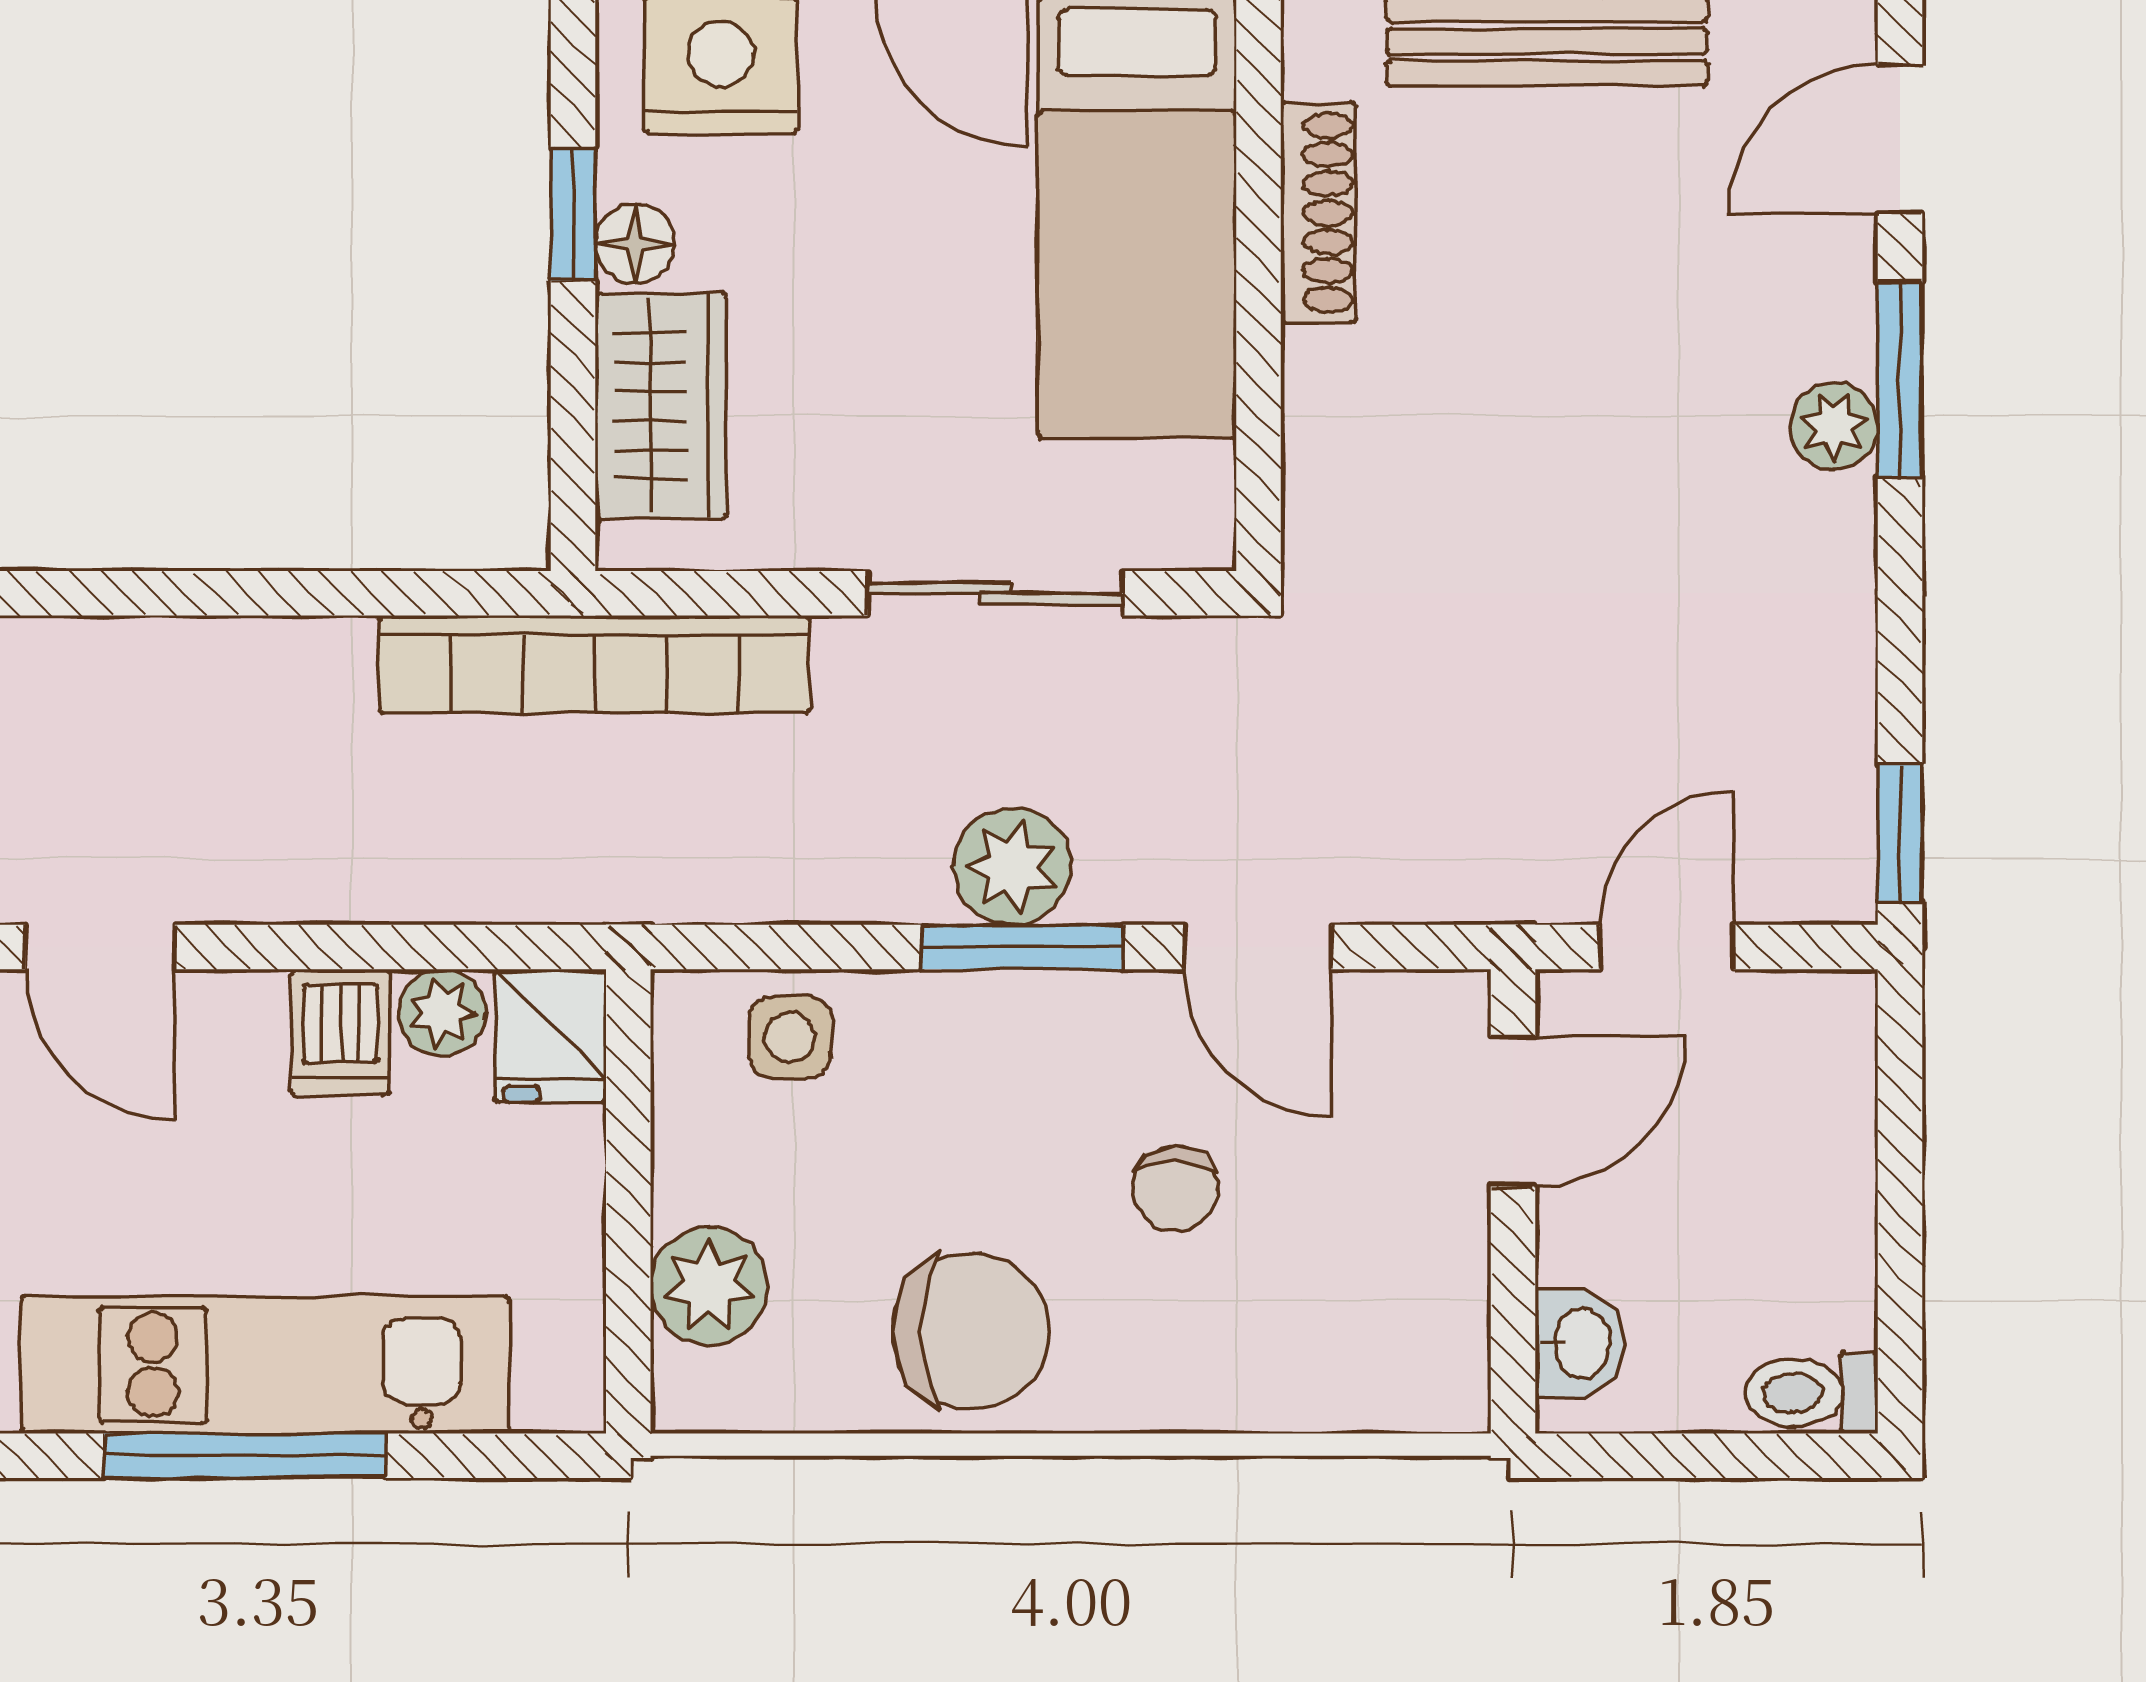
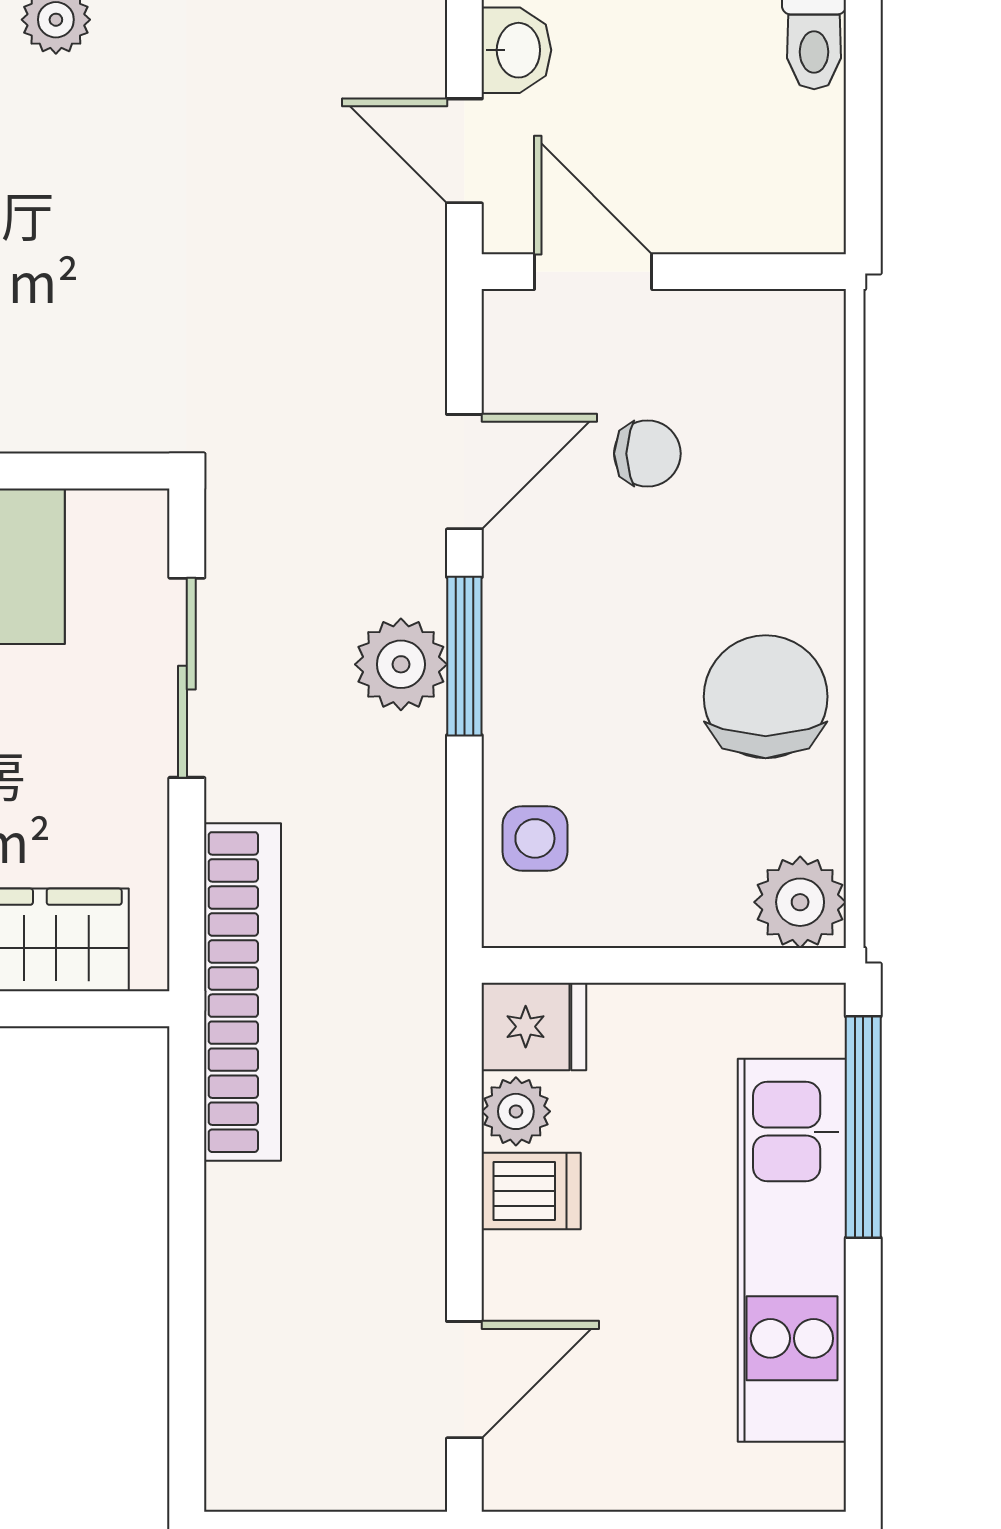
chair: (1175, 1188) -> (647, 454), moved
plant: (709, 1286) -> (800, 902), moved
washbasin: (1579, 1343) -> (516, 50), moved, turned 90
window: (245, 1456) -> (863, 1127), moved

